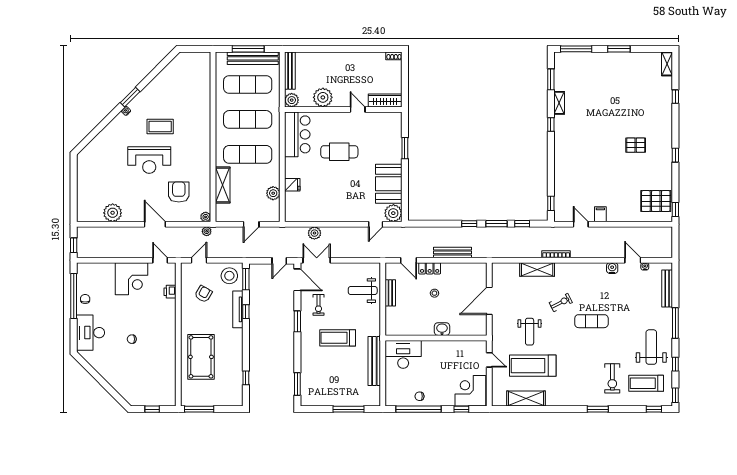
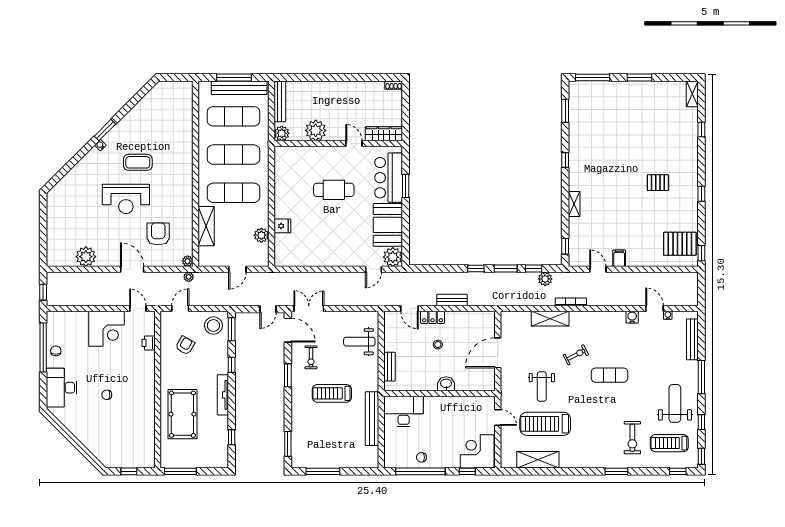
shelving: (559, 103) -> (574, 204), moved
bar counter: (297, 134) -> (389, 178), moved, turned 180
plant: (314, 233) -> (545, 279), moved
bench: (452, 252) -> (452, 300), width x0.73
bench: (390, 293) -> (390, 367), moved
tv unit: (238, 309) -> (223, 395), moved
window: (348, 409) -> (323, 471), moved

